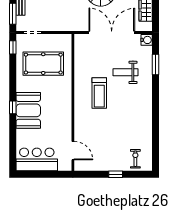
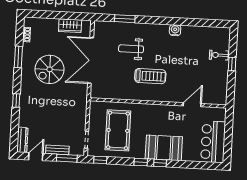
water cooler: (147, 40) -> (175, 30), moved
weight bench: (126, 72) -> (131, 49), turned 90
window: (13, 88) -> (141, 162), added
door: (73, 151) -> (192, 105), moved
exercise bike: (135, 159) -> (219, 55), moved

